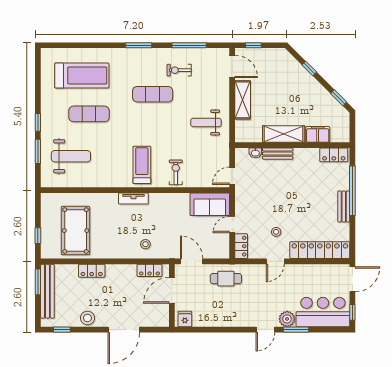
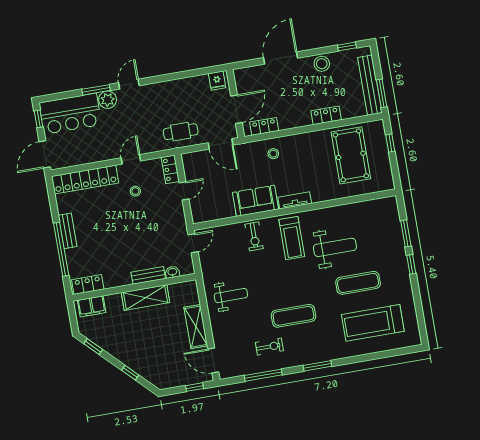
filing cabinet: (318, 134) -> (92, 306), moved
weight bench: (71, 156) -> (335, 247), moved, turned 180
sofa: (210, 204) -> (256, 201), moved

